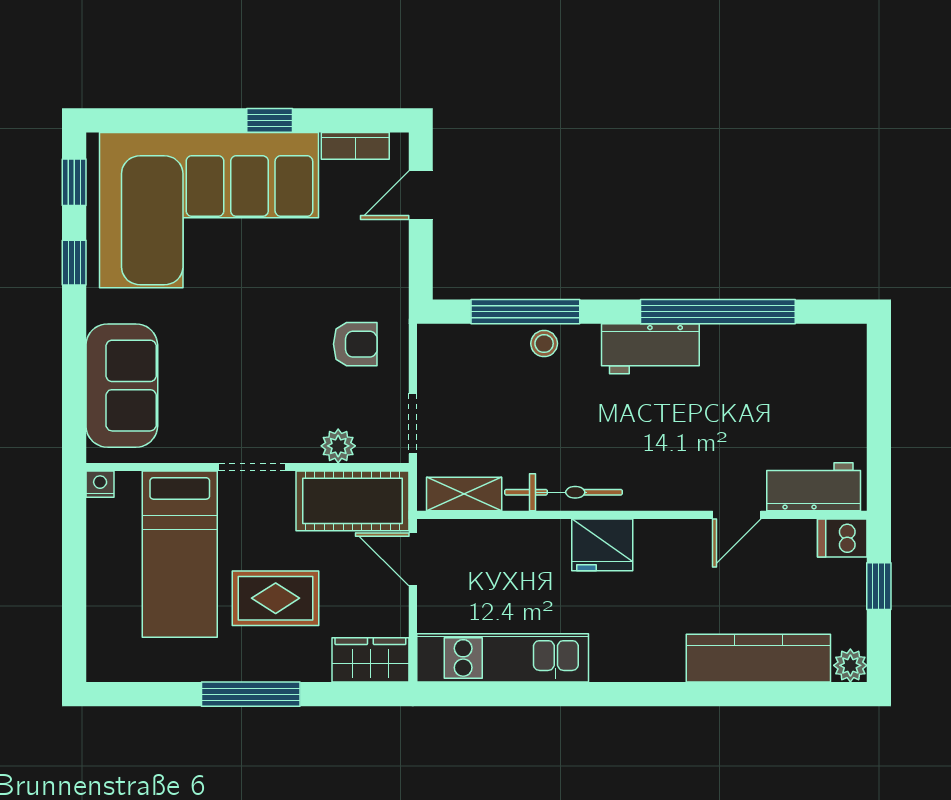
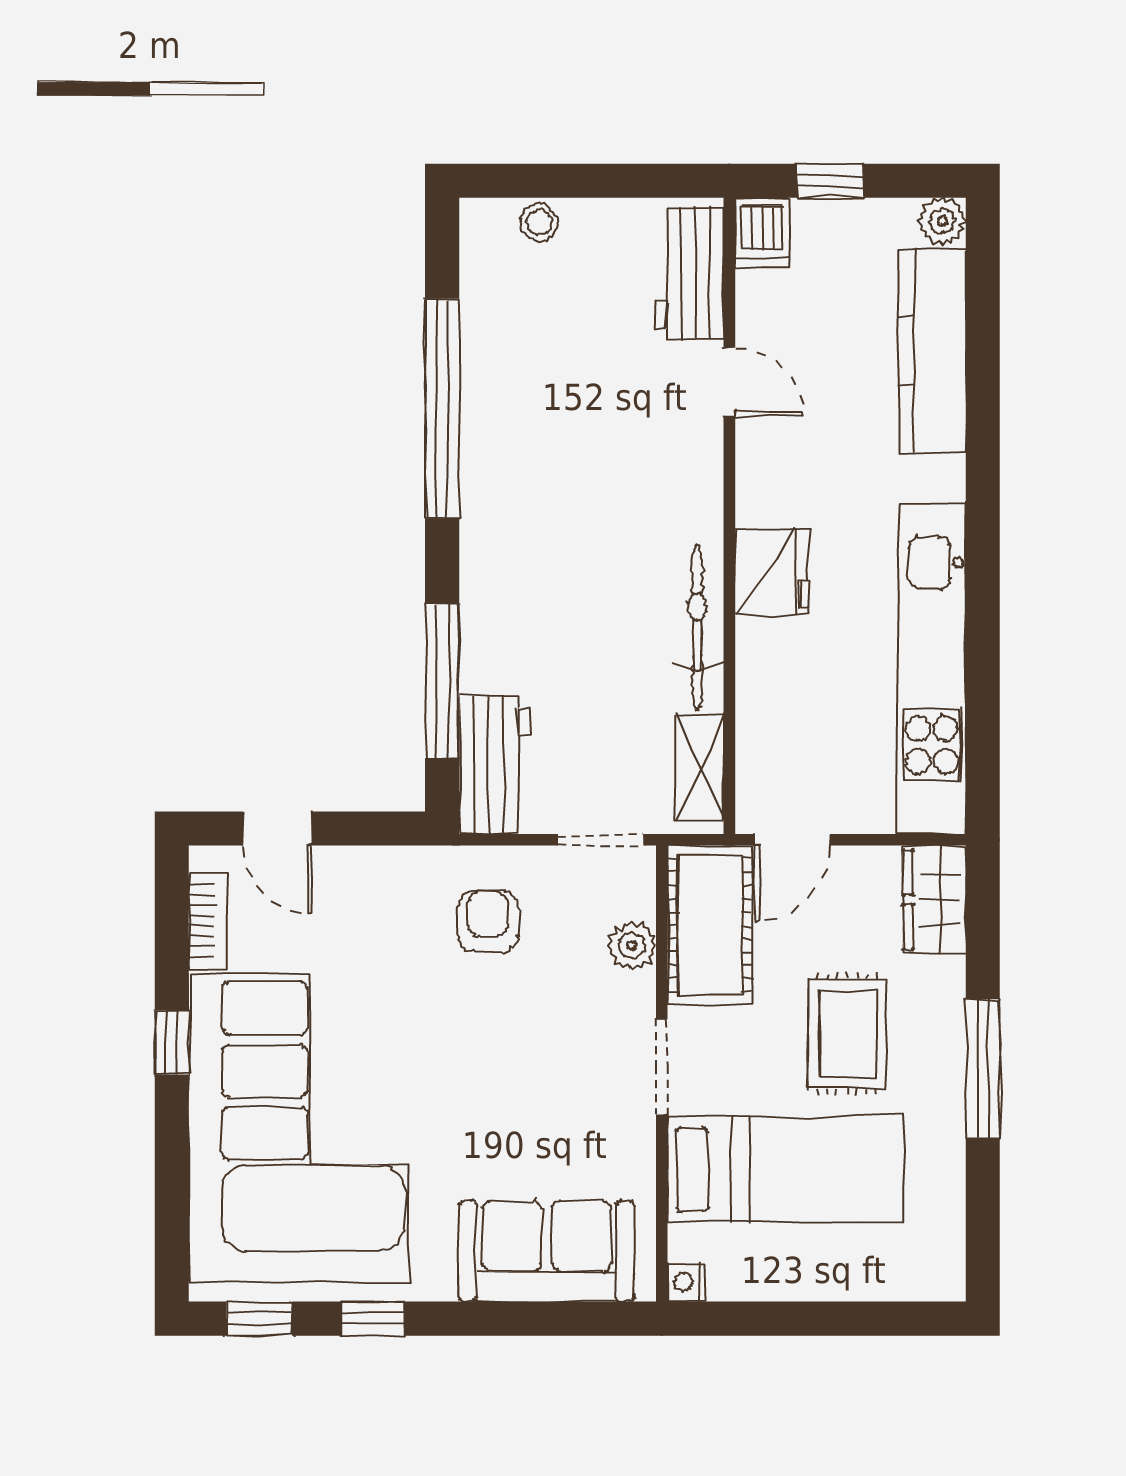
stool: (544, 344) -> (539, 222), moved
workbench: (650, 349) -> (495, 765), moved
kitchen unit: (503, 658) -> (932, 669), width x1.36

